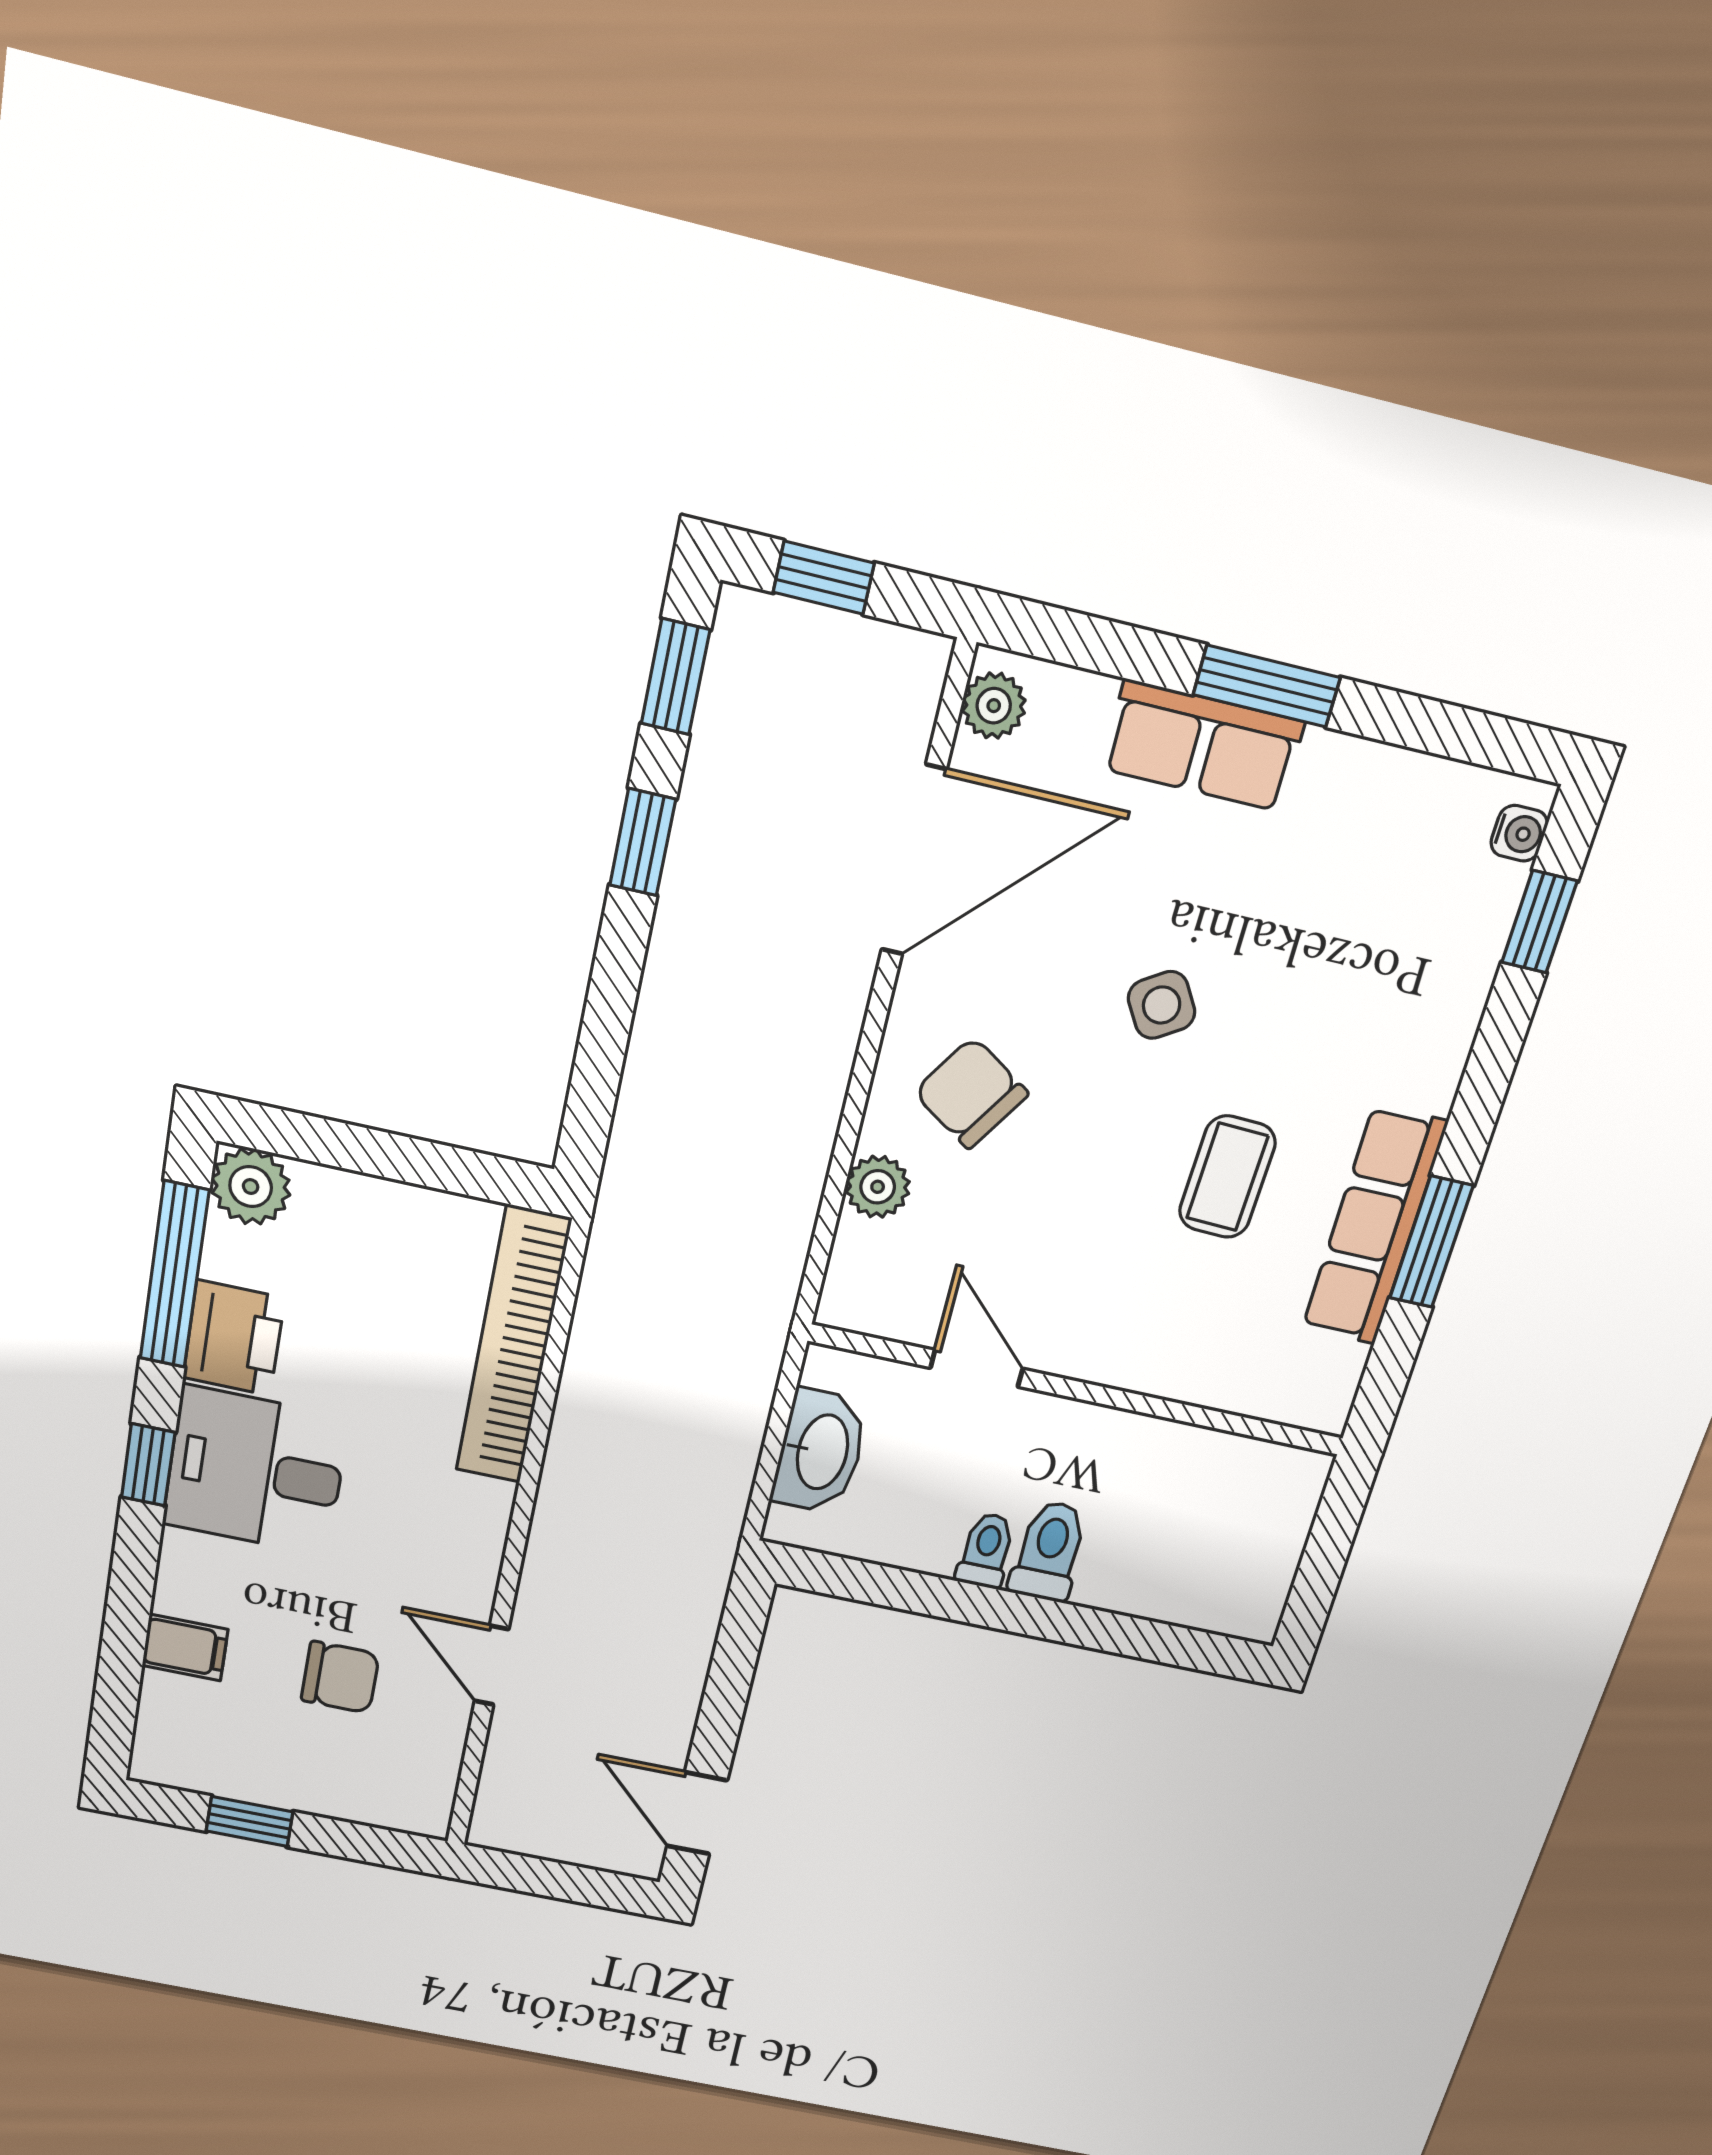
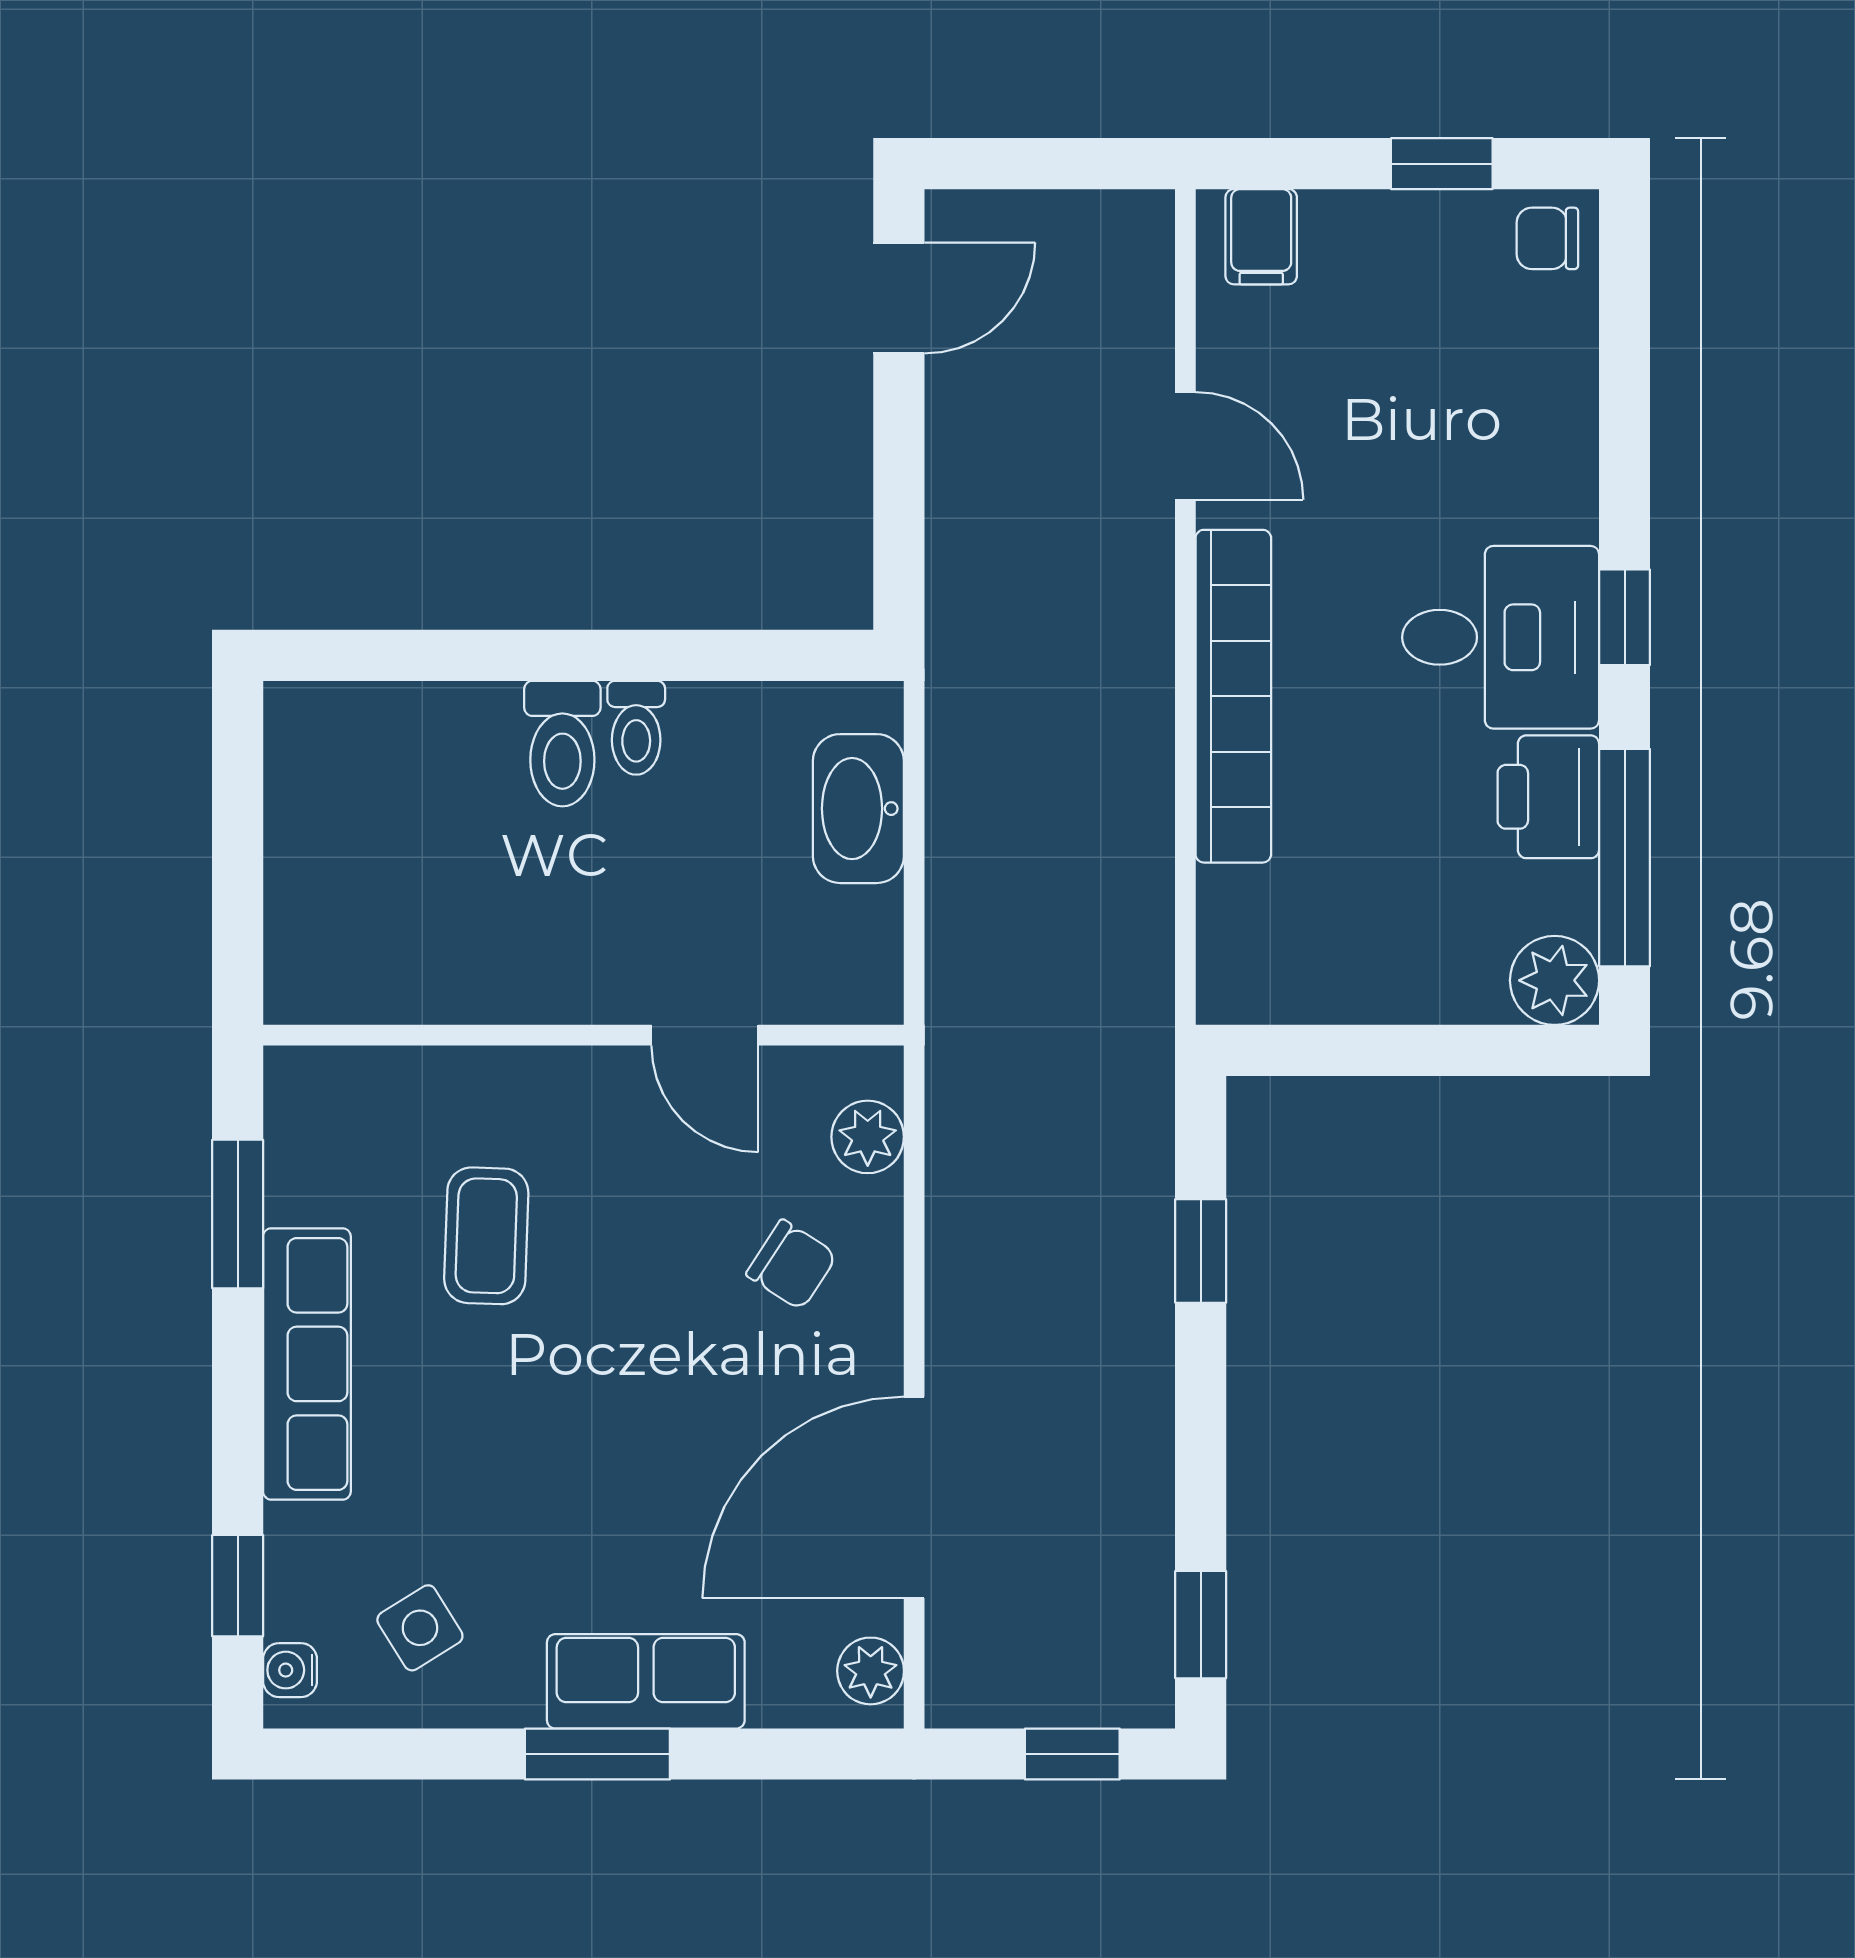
window: (643, 842) -> (1201, 1251), moved
side table: (1162, 1005) -> (420, 1628), moved
chair: (971, 1093) -> (792, 1265), width x0.73, depth x0.73
row of seats: (1374, 1226) -> (307, 1364), moved
bookcase: (513, 1346) -> (1233, 696), moved
door: (977, 1368) -> (705, 1035), moved
wall: (1077, 1390) -> (583, 1035), moved
filing cabinet: (185, 1648) -> (1261, 237), moved, turned -90
chair: (340, 1677) -> (1547, 238), moved, width x0.73, depth x0.73
door: (697, 1813) -> (899, 298), hinge flipped

